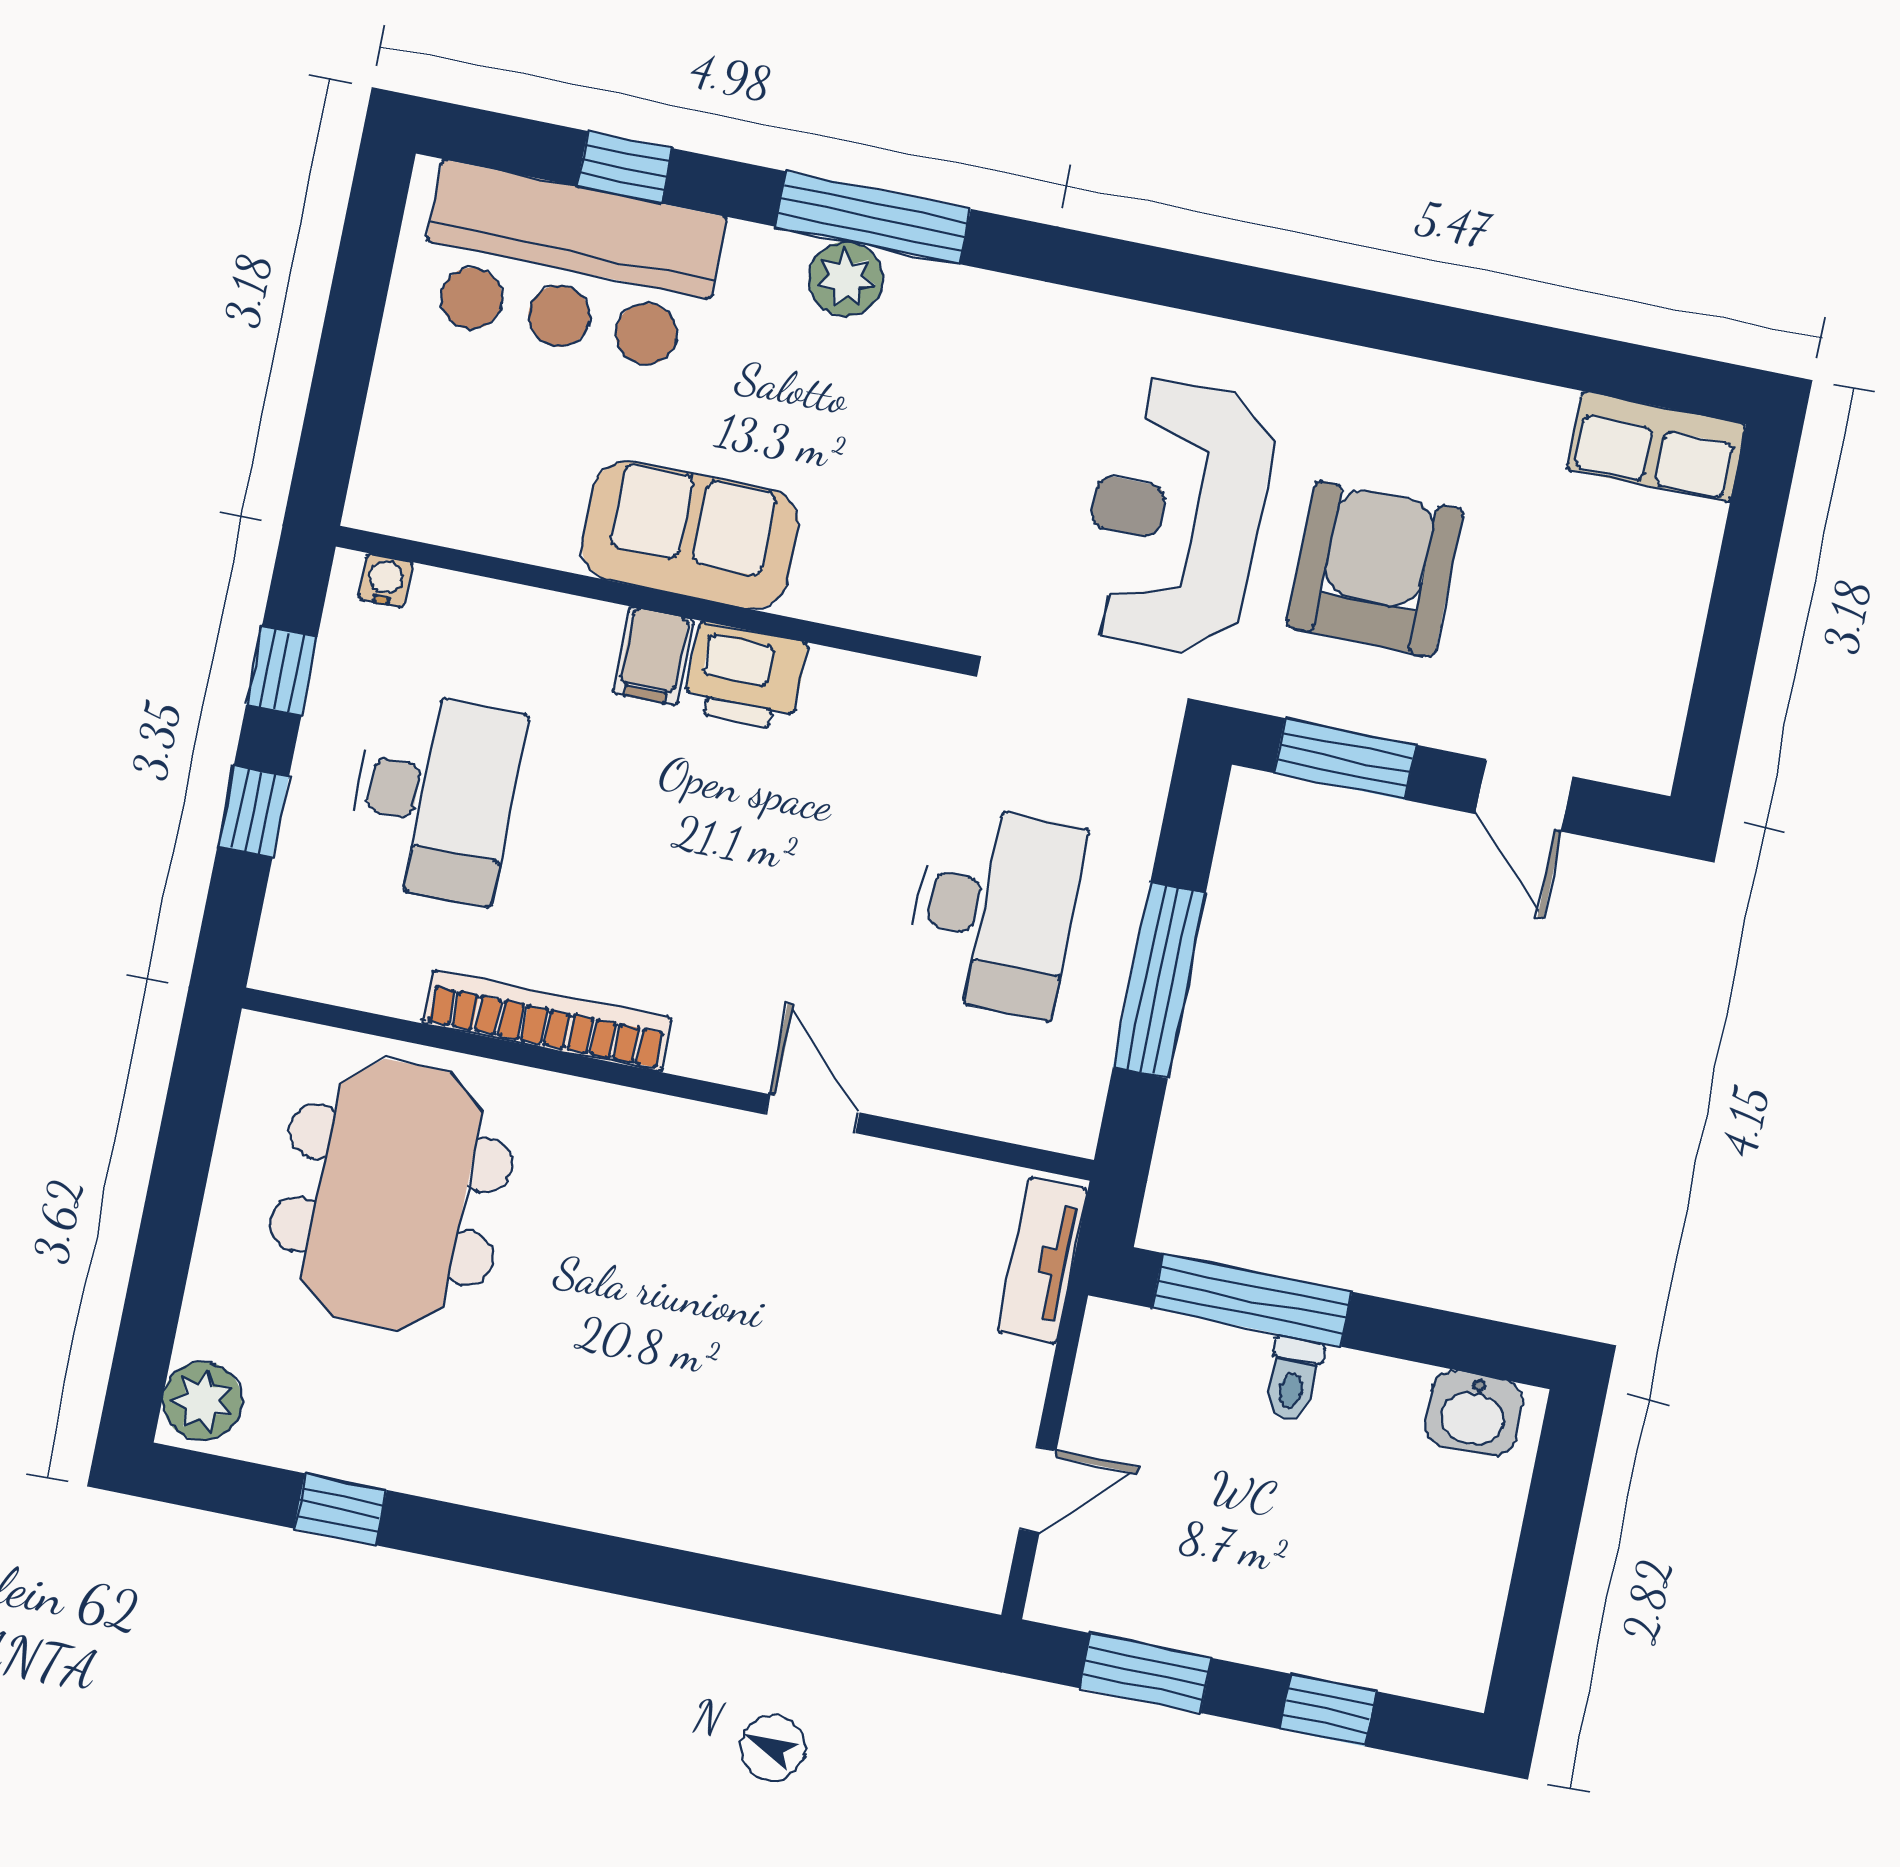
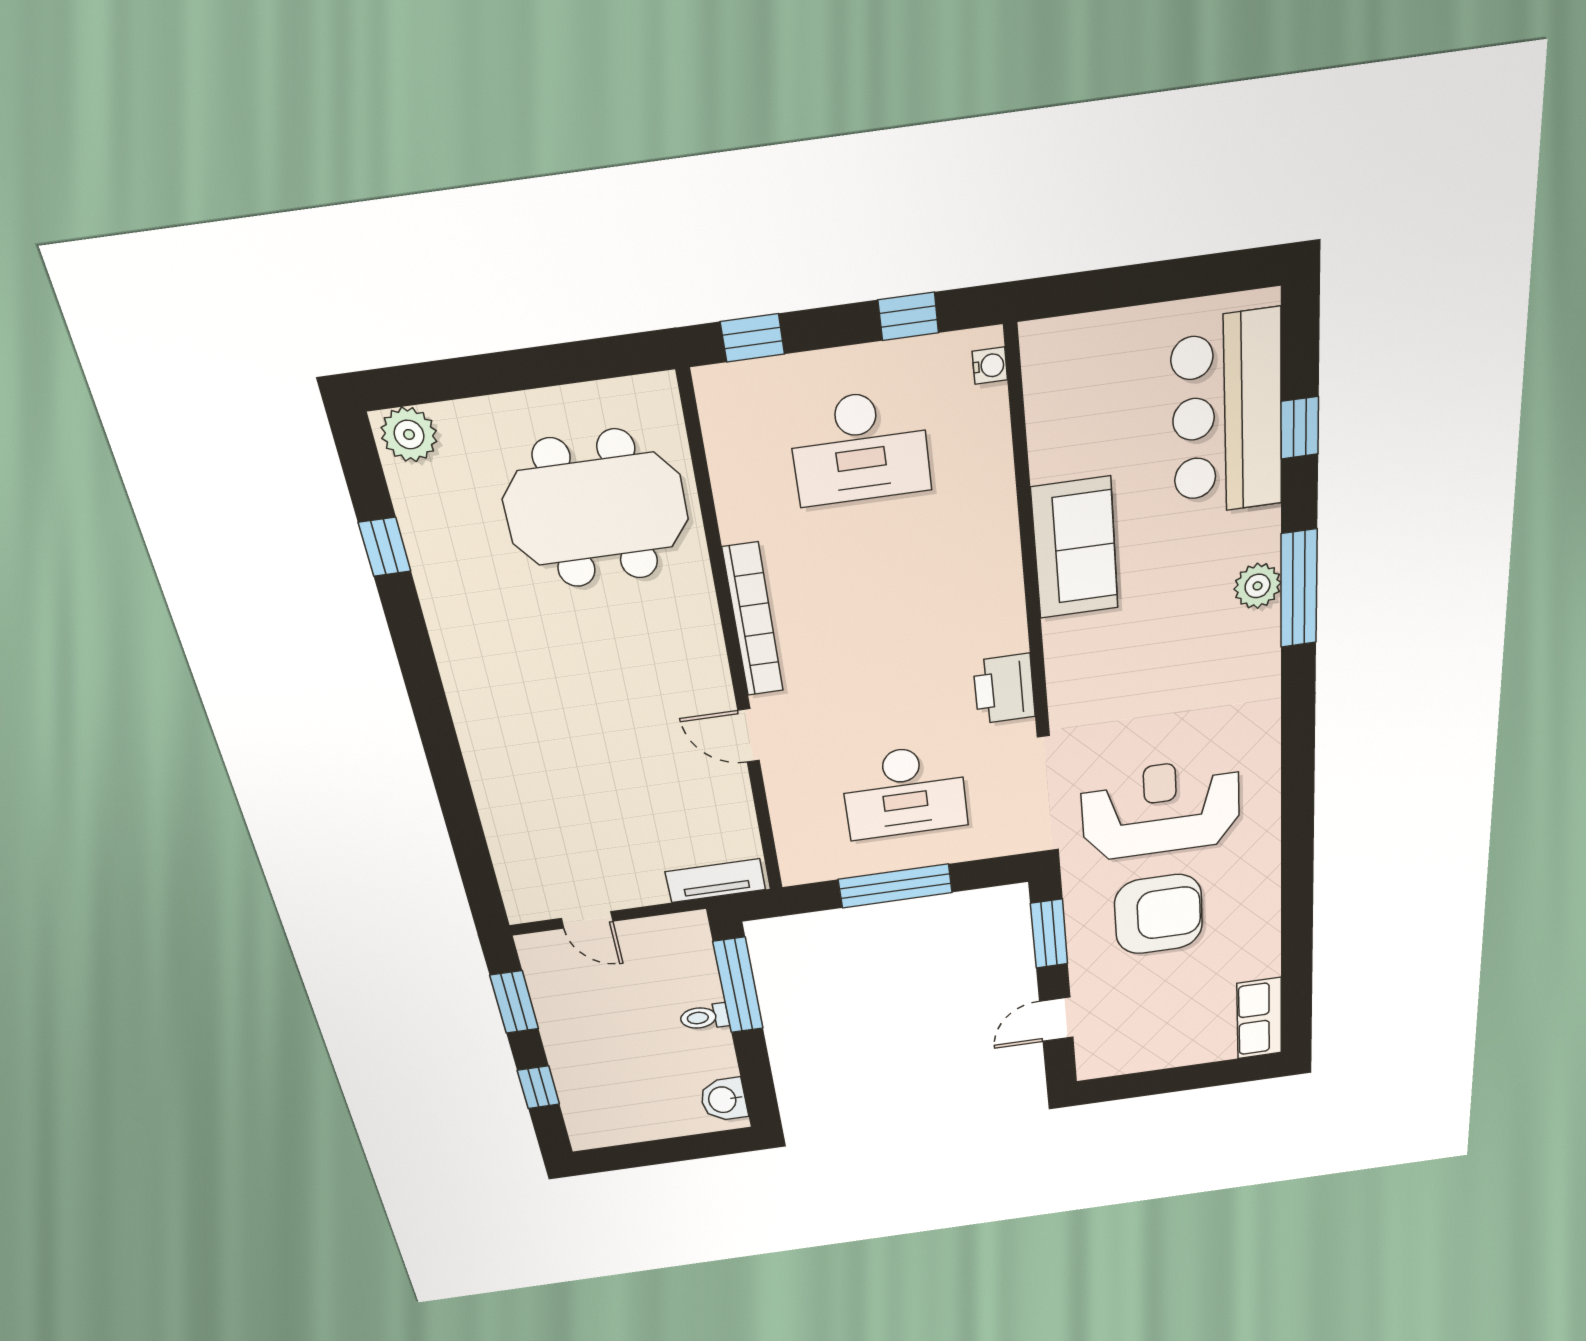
filing cabinet: (653, 656) -> (993, 552), removed
printer: (745, 676) -> (1004, 689), moved
window: (253, 812) -> (752, 338), moved
bookcase: (547, 1020) -> (753, 620), moved
door: (812, 1114) -> (749, 736), swing flipped

